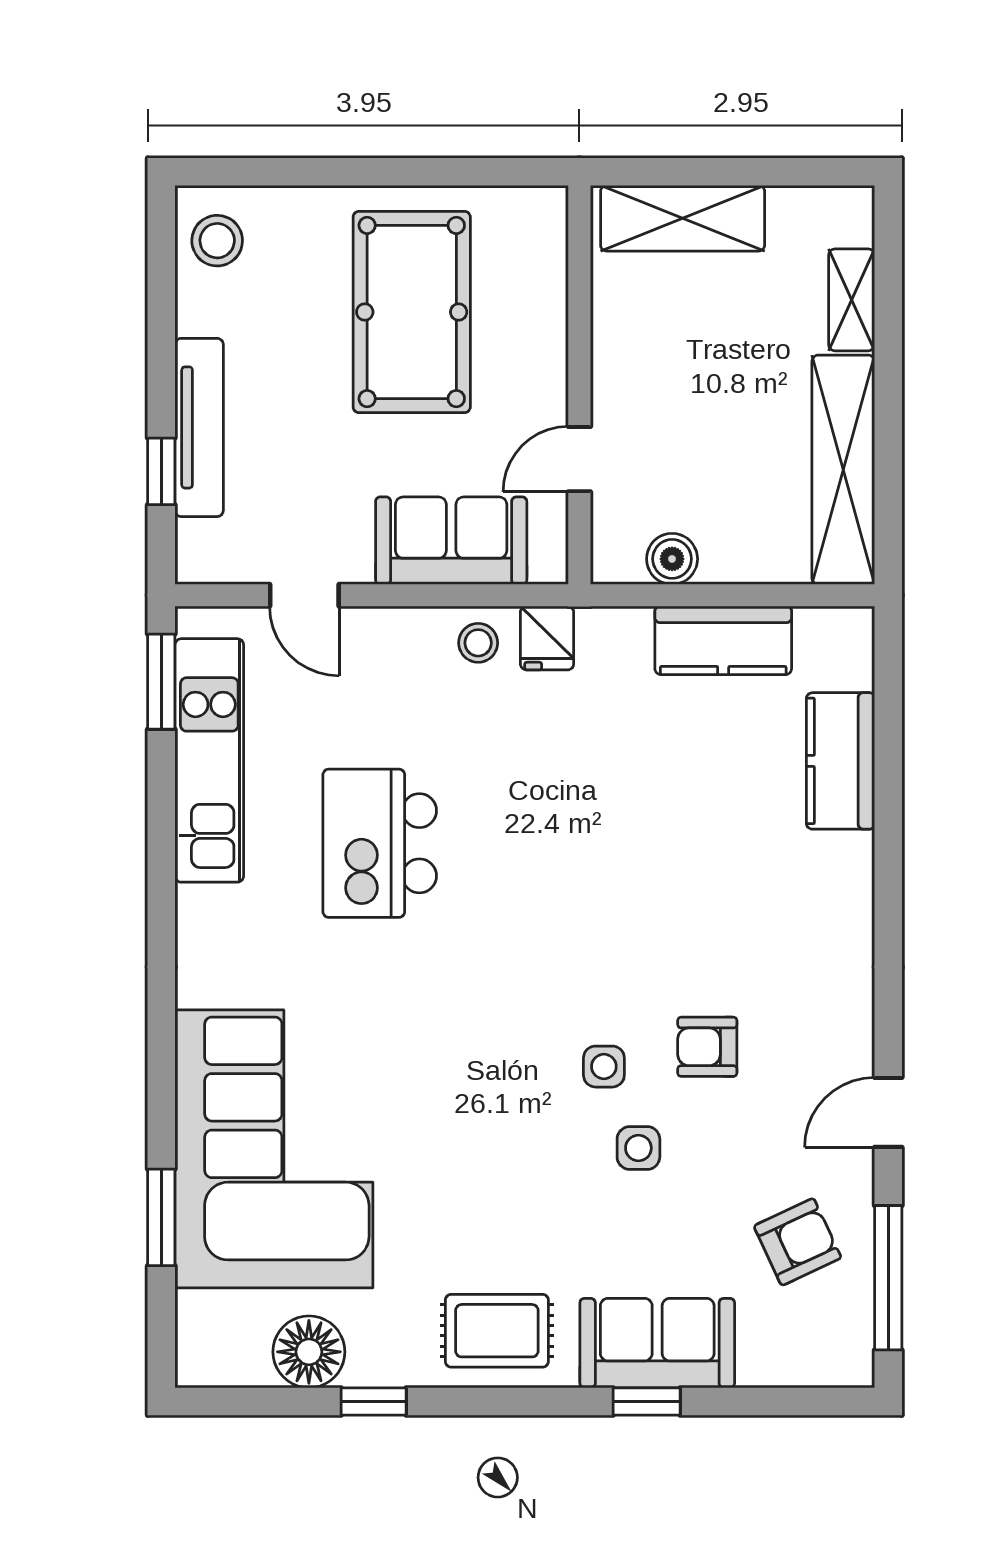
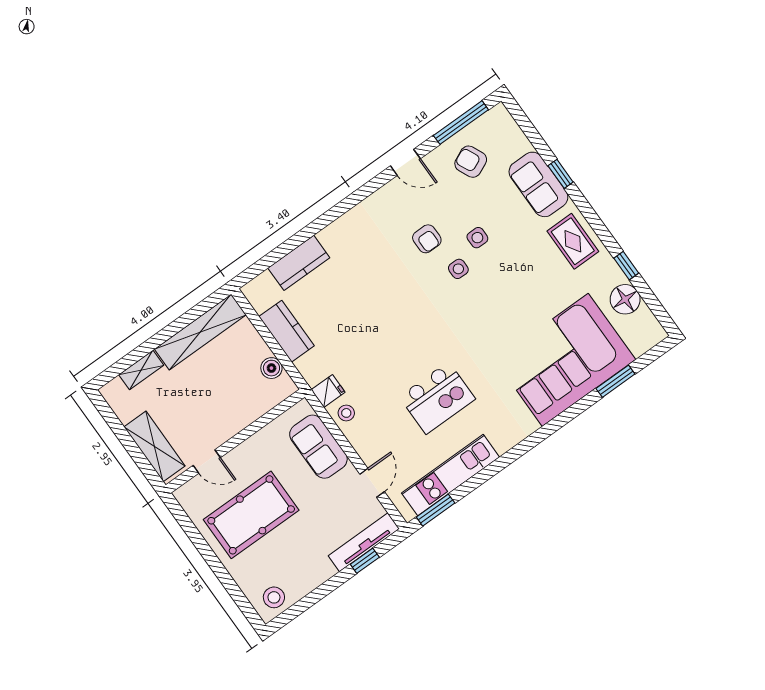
tv unit: (199, 427) -> (364, 542), moved
door: (579, 459) -> (207, 462), moved

